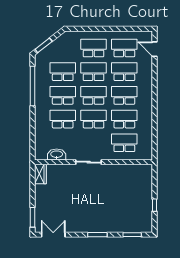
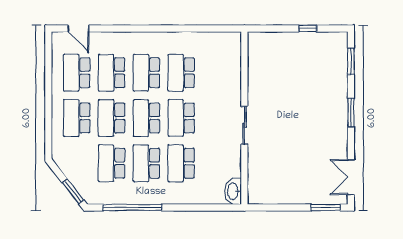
door: (154, 49) -> (78, 28), hinge flipped
school desk: (124, 143) -> (216, 73), removed
washbasin: (57, 155) -> (233, 191), moved
wardrobe: (40, 174) -> (262, 196), removed

